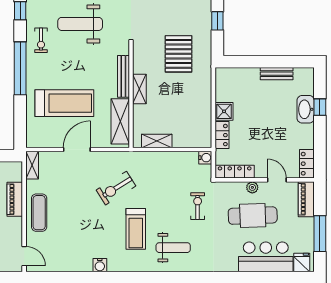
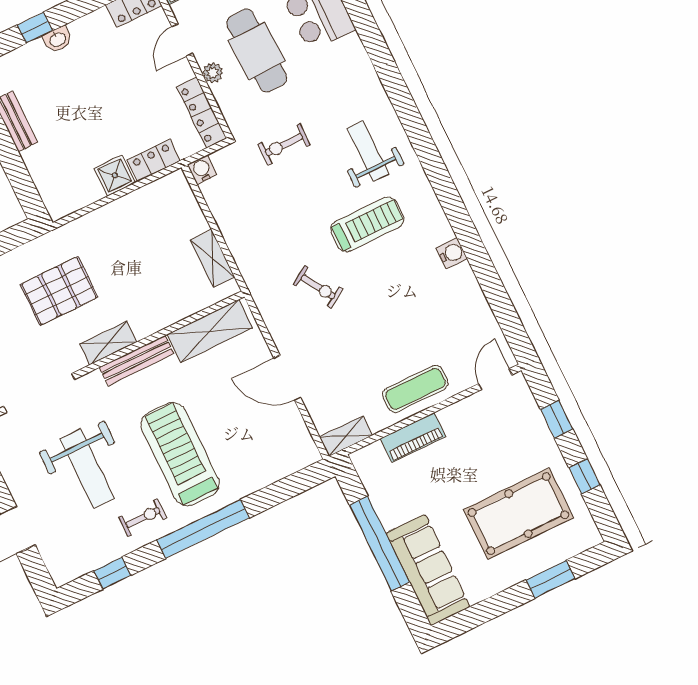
shelving: (139, 89) -> (108, 343), moved
treadmill: (64, 103) -> (180, 454), moved
washbasin: (306, 109) -> (58, 39), width x0.52, depth x0.69
exercise bike: (116, 188) -> (318, 287), width x0.73, depth x0.72

